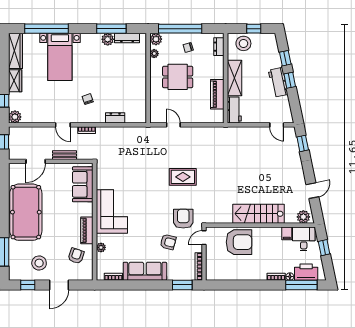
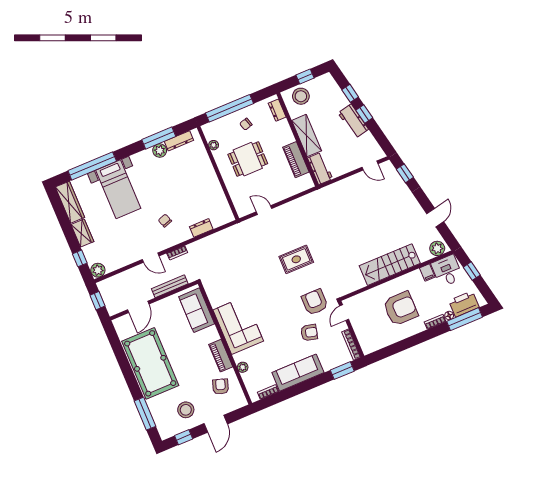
plant: (156, 39) -> (209, 130), removed
bench: (65, 155) -> (170, 286), width x1.36
armchair: (239, 242) -> (400, 308), moved

